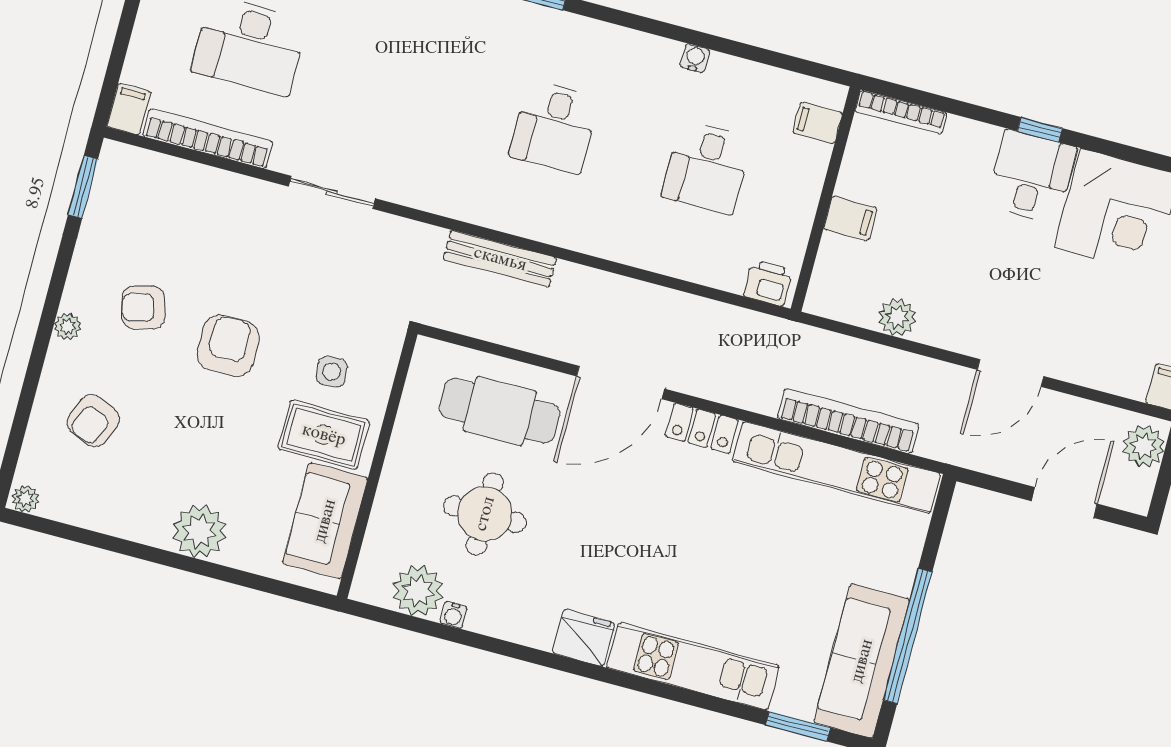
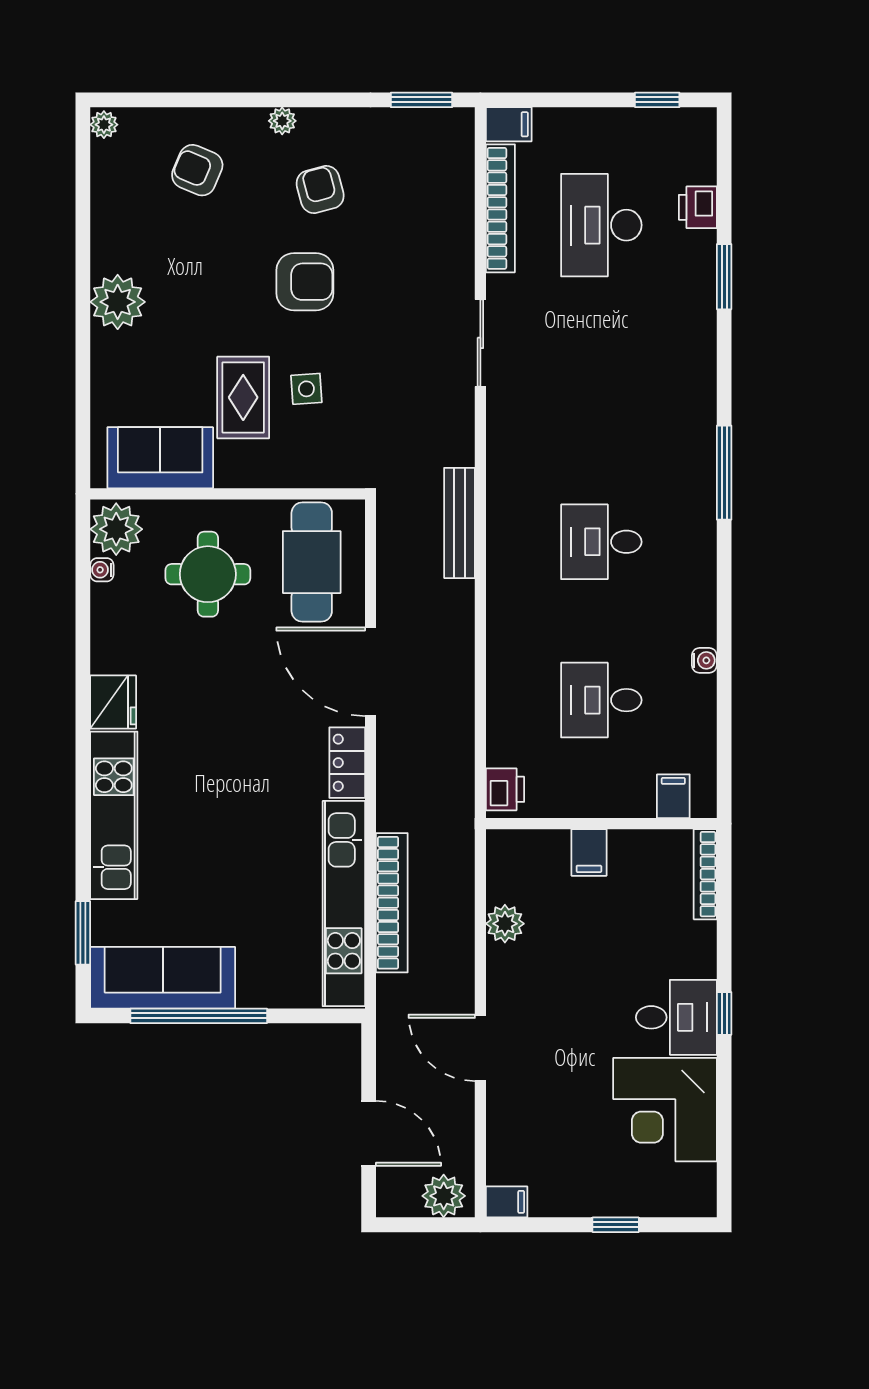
wall: (377, 465) -> (228, 494), moved
sofa: (325, 521) -> (160, 458), moved

